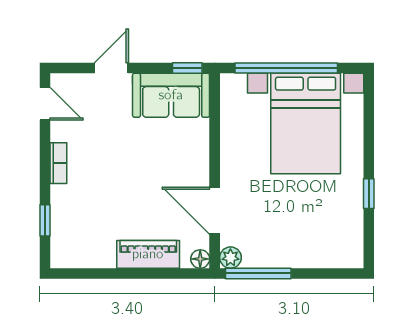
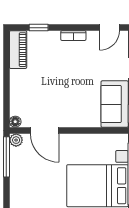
door: (215, 211) -> (45, 130), swing flipped
piano: (148, 254) -> (18, 50), moved

